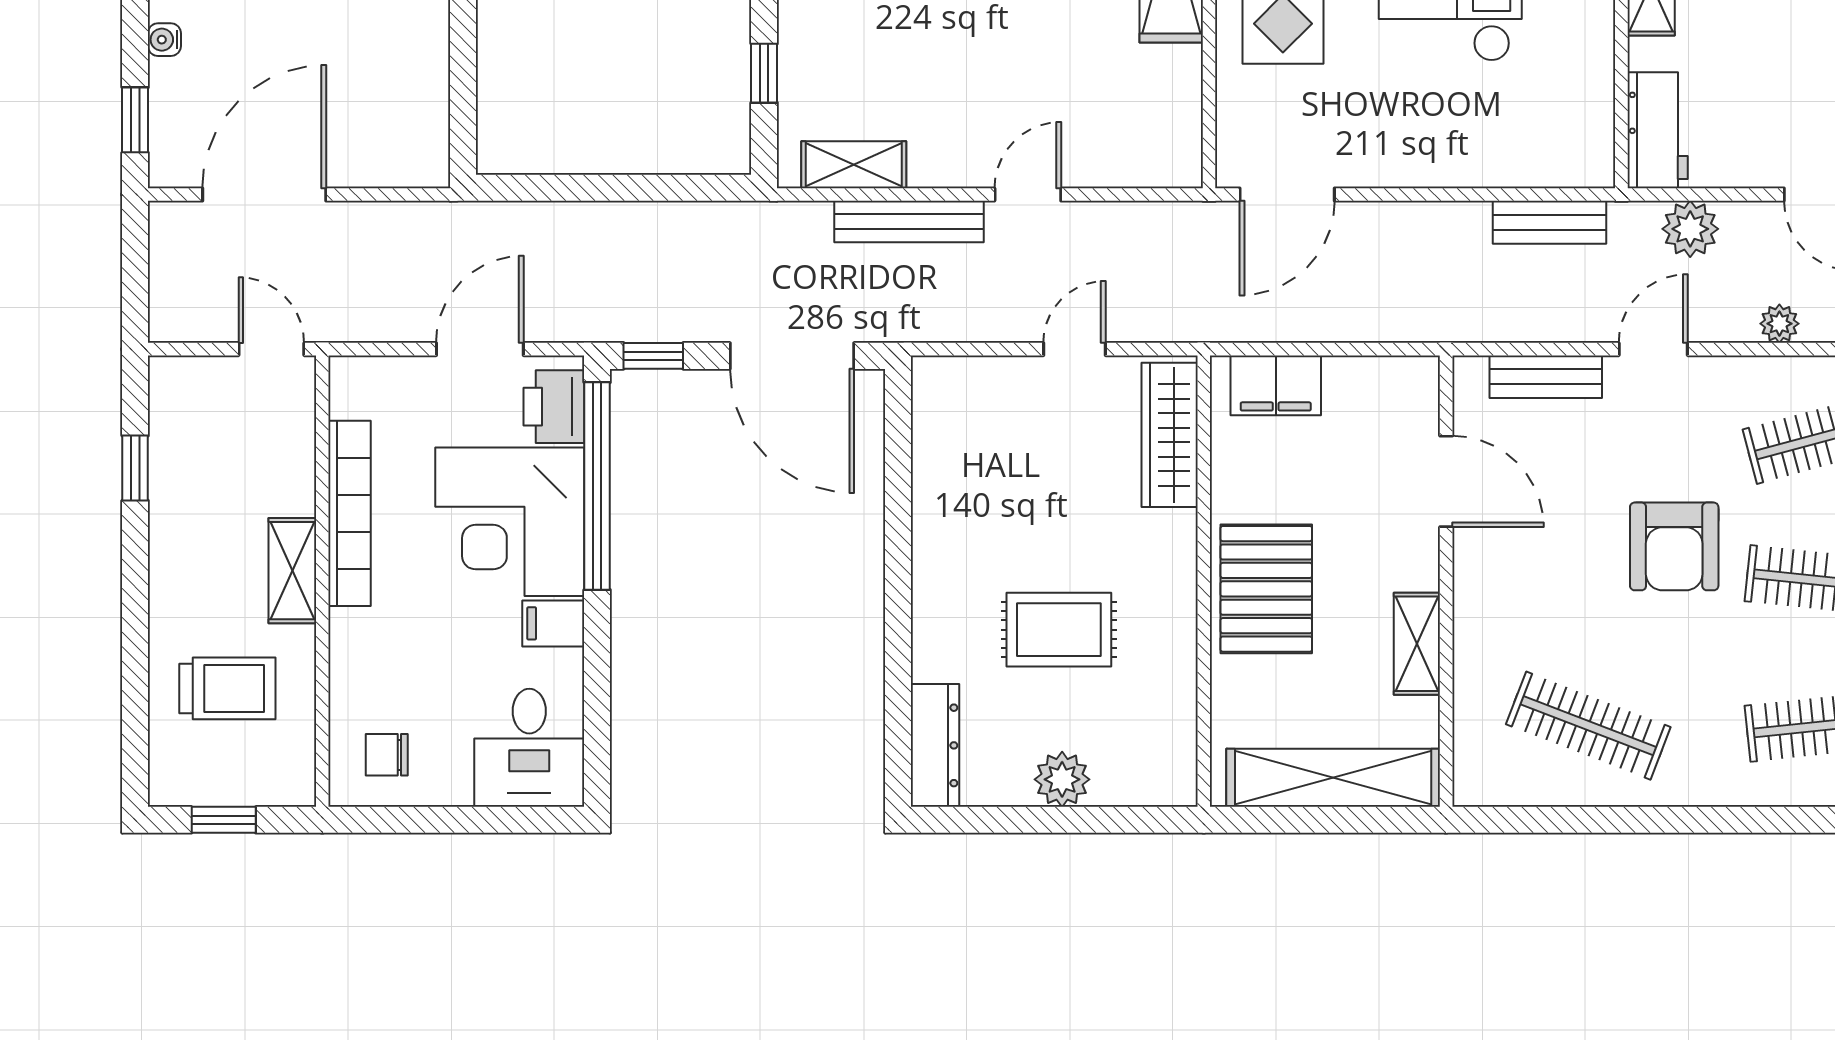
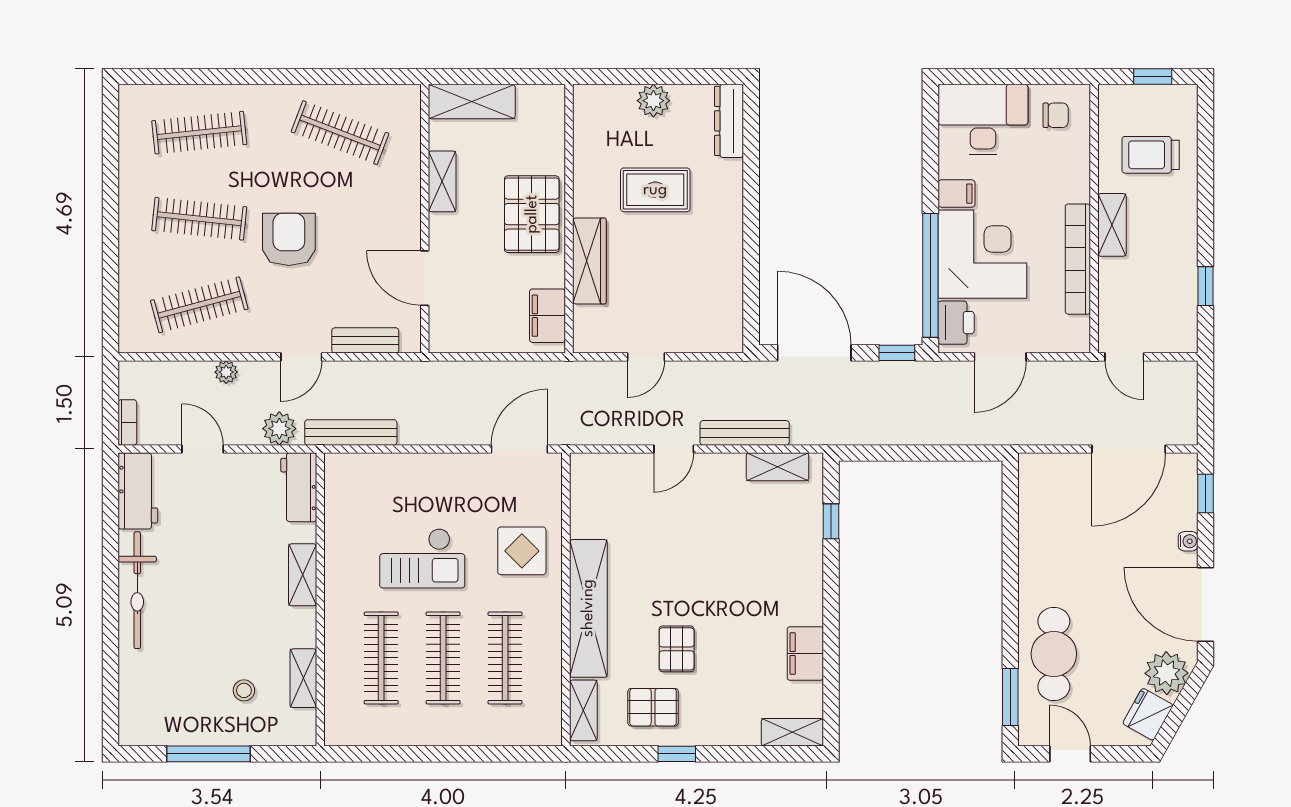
bench: (1550, 222) -> (351, 432), width x1.36
filing cabinet: (1276, 385) -> (547, 316), moved, turned -90
wardrobe: (1170, 435) -> (589, 261), moved
desk: (529, 748) -> (983, 119), width x1.37
shelving: (1333, 778) -> (472, 102), width x0.68

